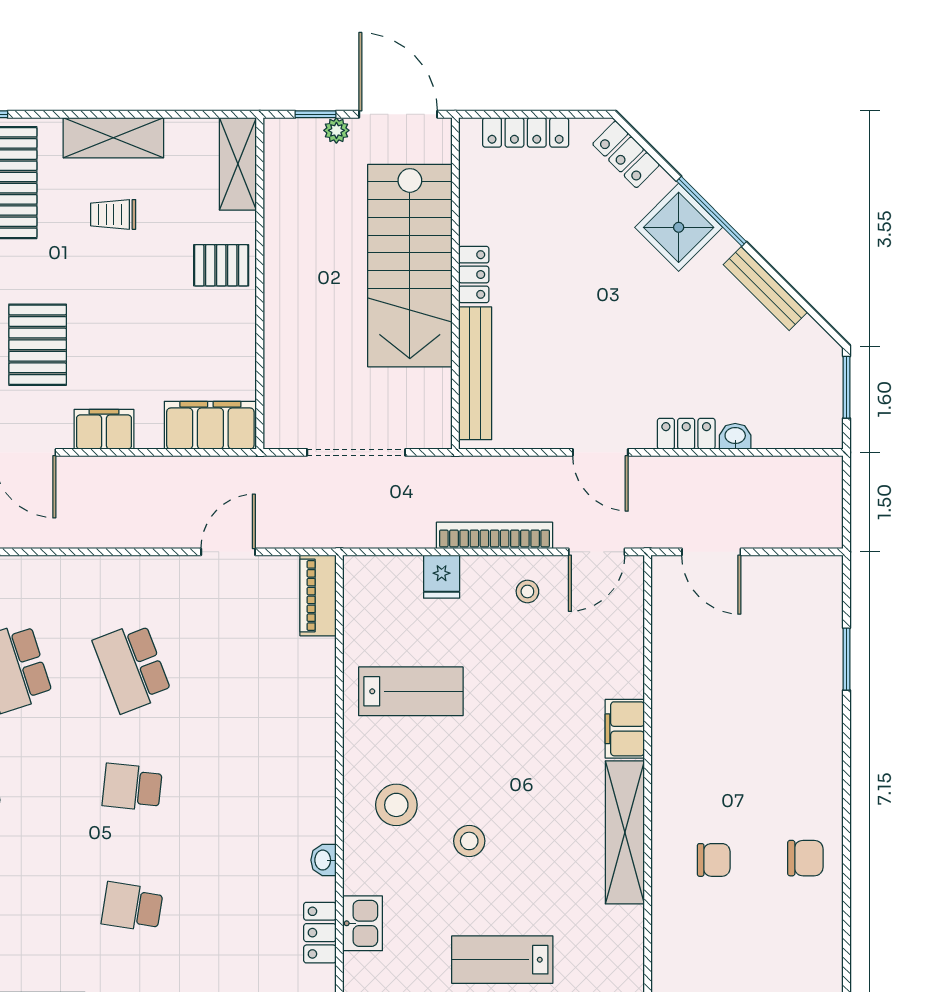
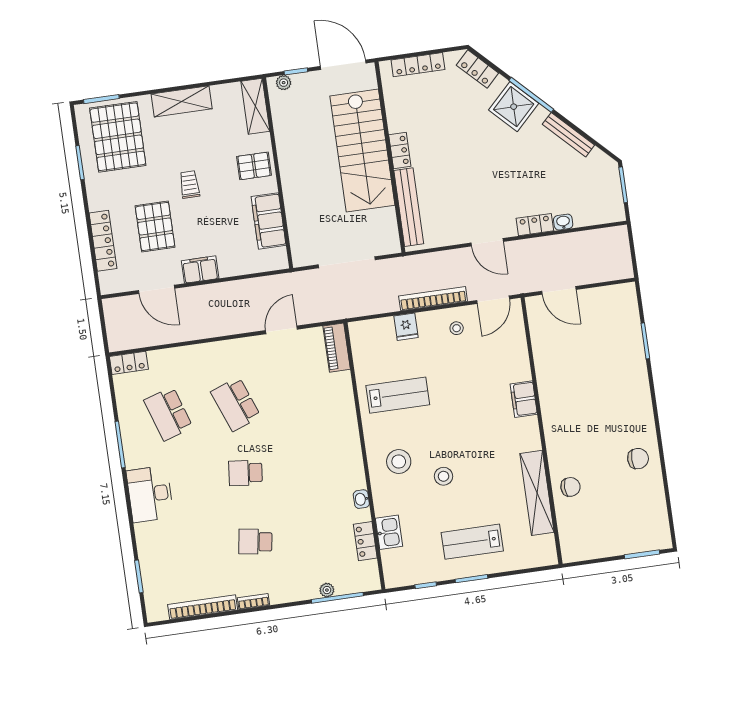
plant: (336, 130) -> (284, 83), moved
trolley: (113, 214) -> (190, 185), moved, turned 90
filing cabinet: (210, 425) -> (269, 221), moved, turned -90
shelving: (625, 832) -> (537, 493), moved
chair: (714, 860) -> (570, 487), moved

